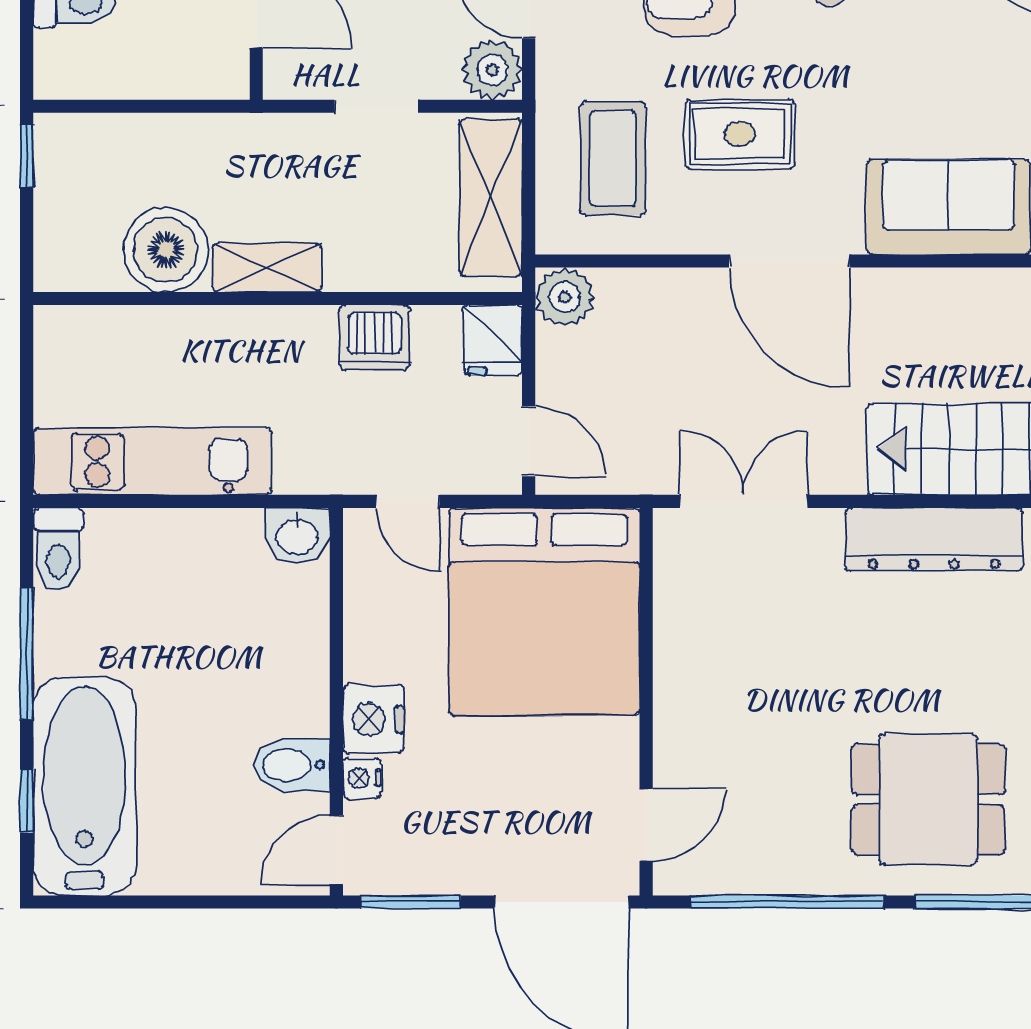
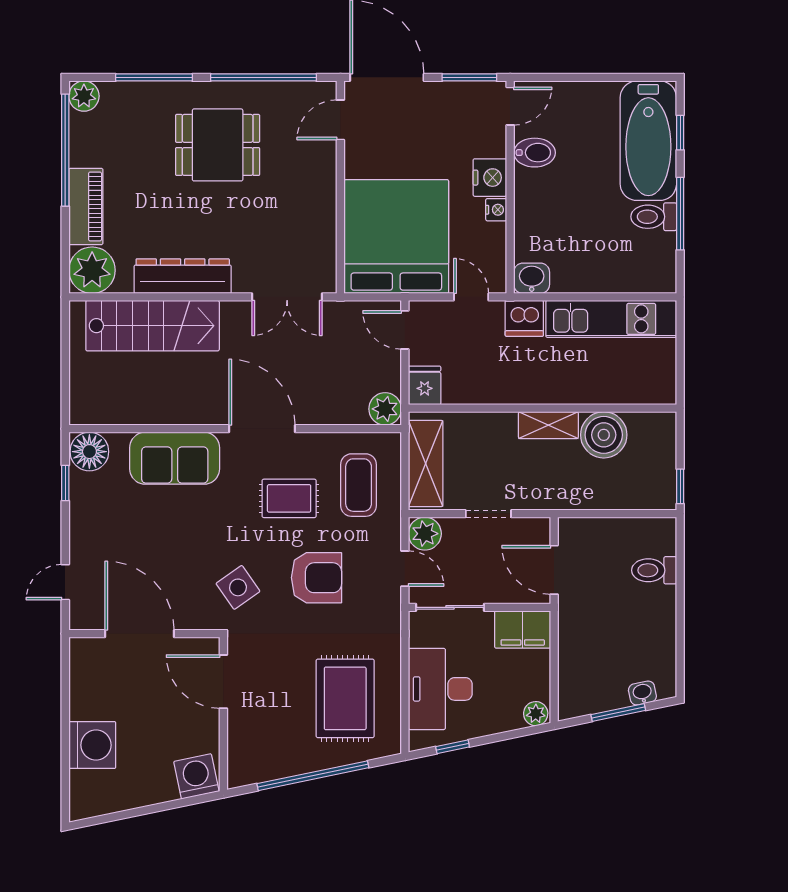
dishwasher: (375, 338) -> (524, 318), moved, turned 180
toilet: (58, 549) -> (654, 217), moved, turned -90
nightstand: (362, 778) -> (496, 210), moved
dining table: (928, 799) -> (218, 145), moved

